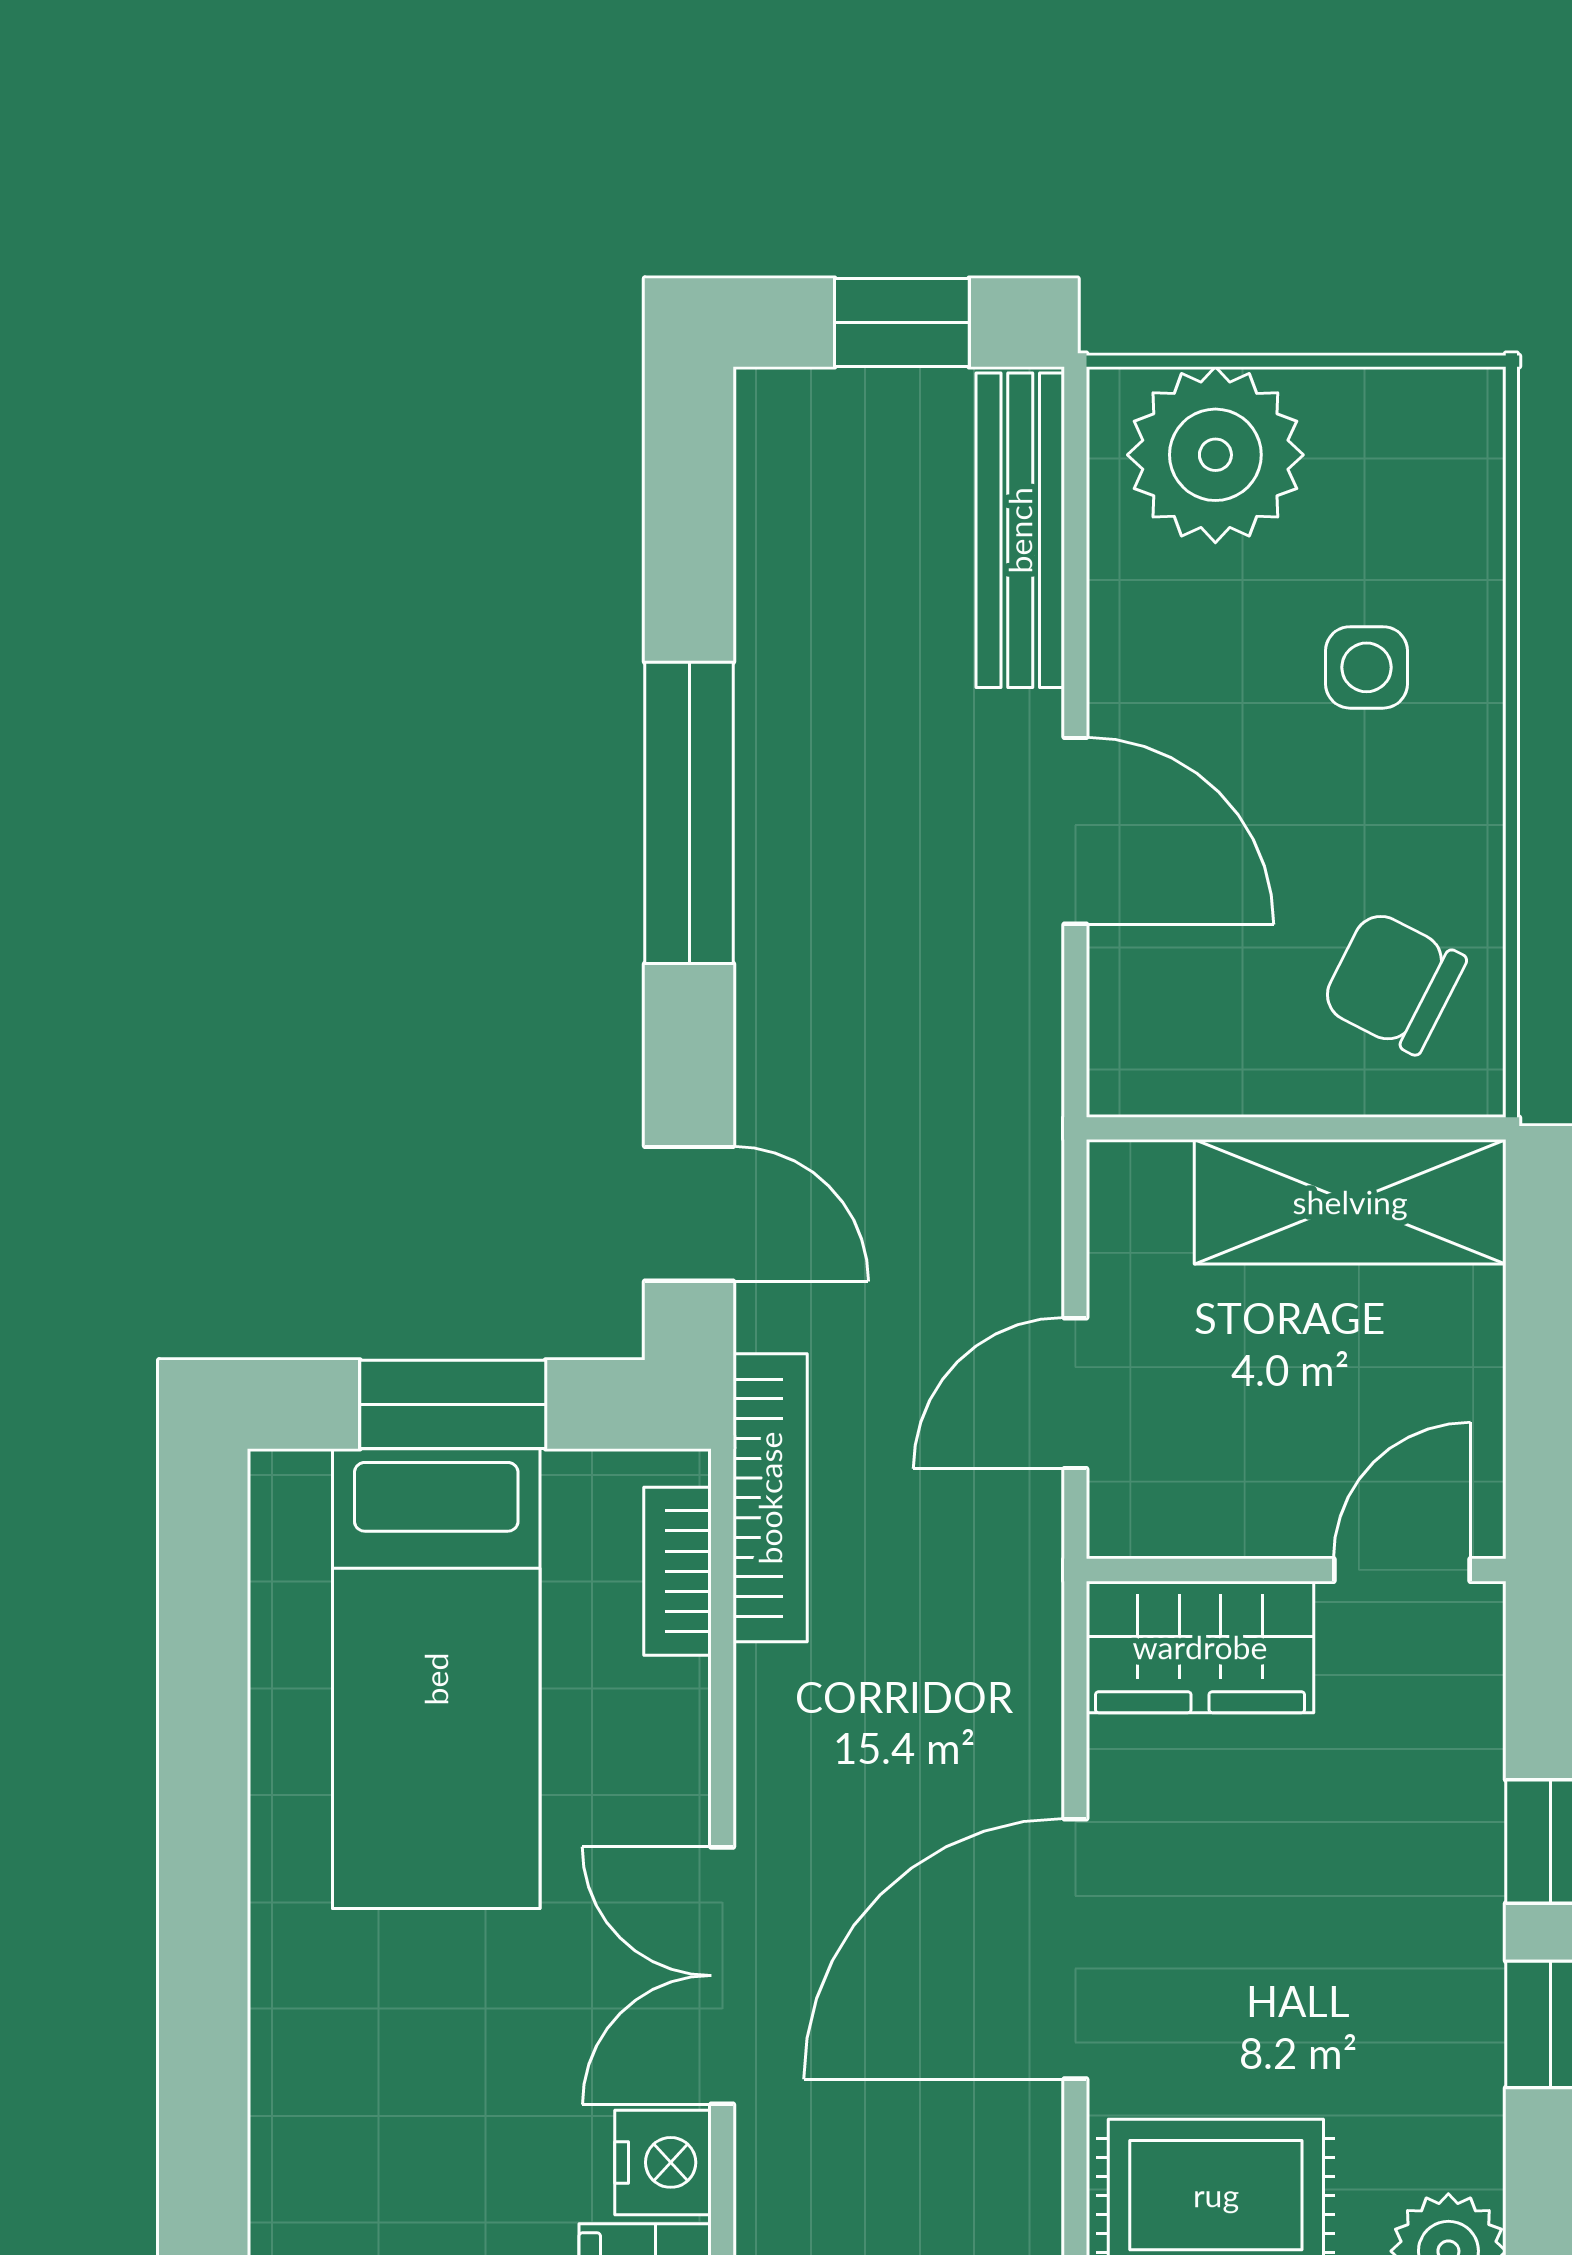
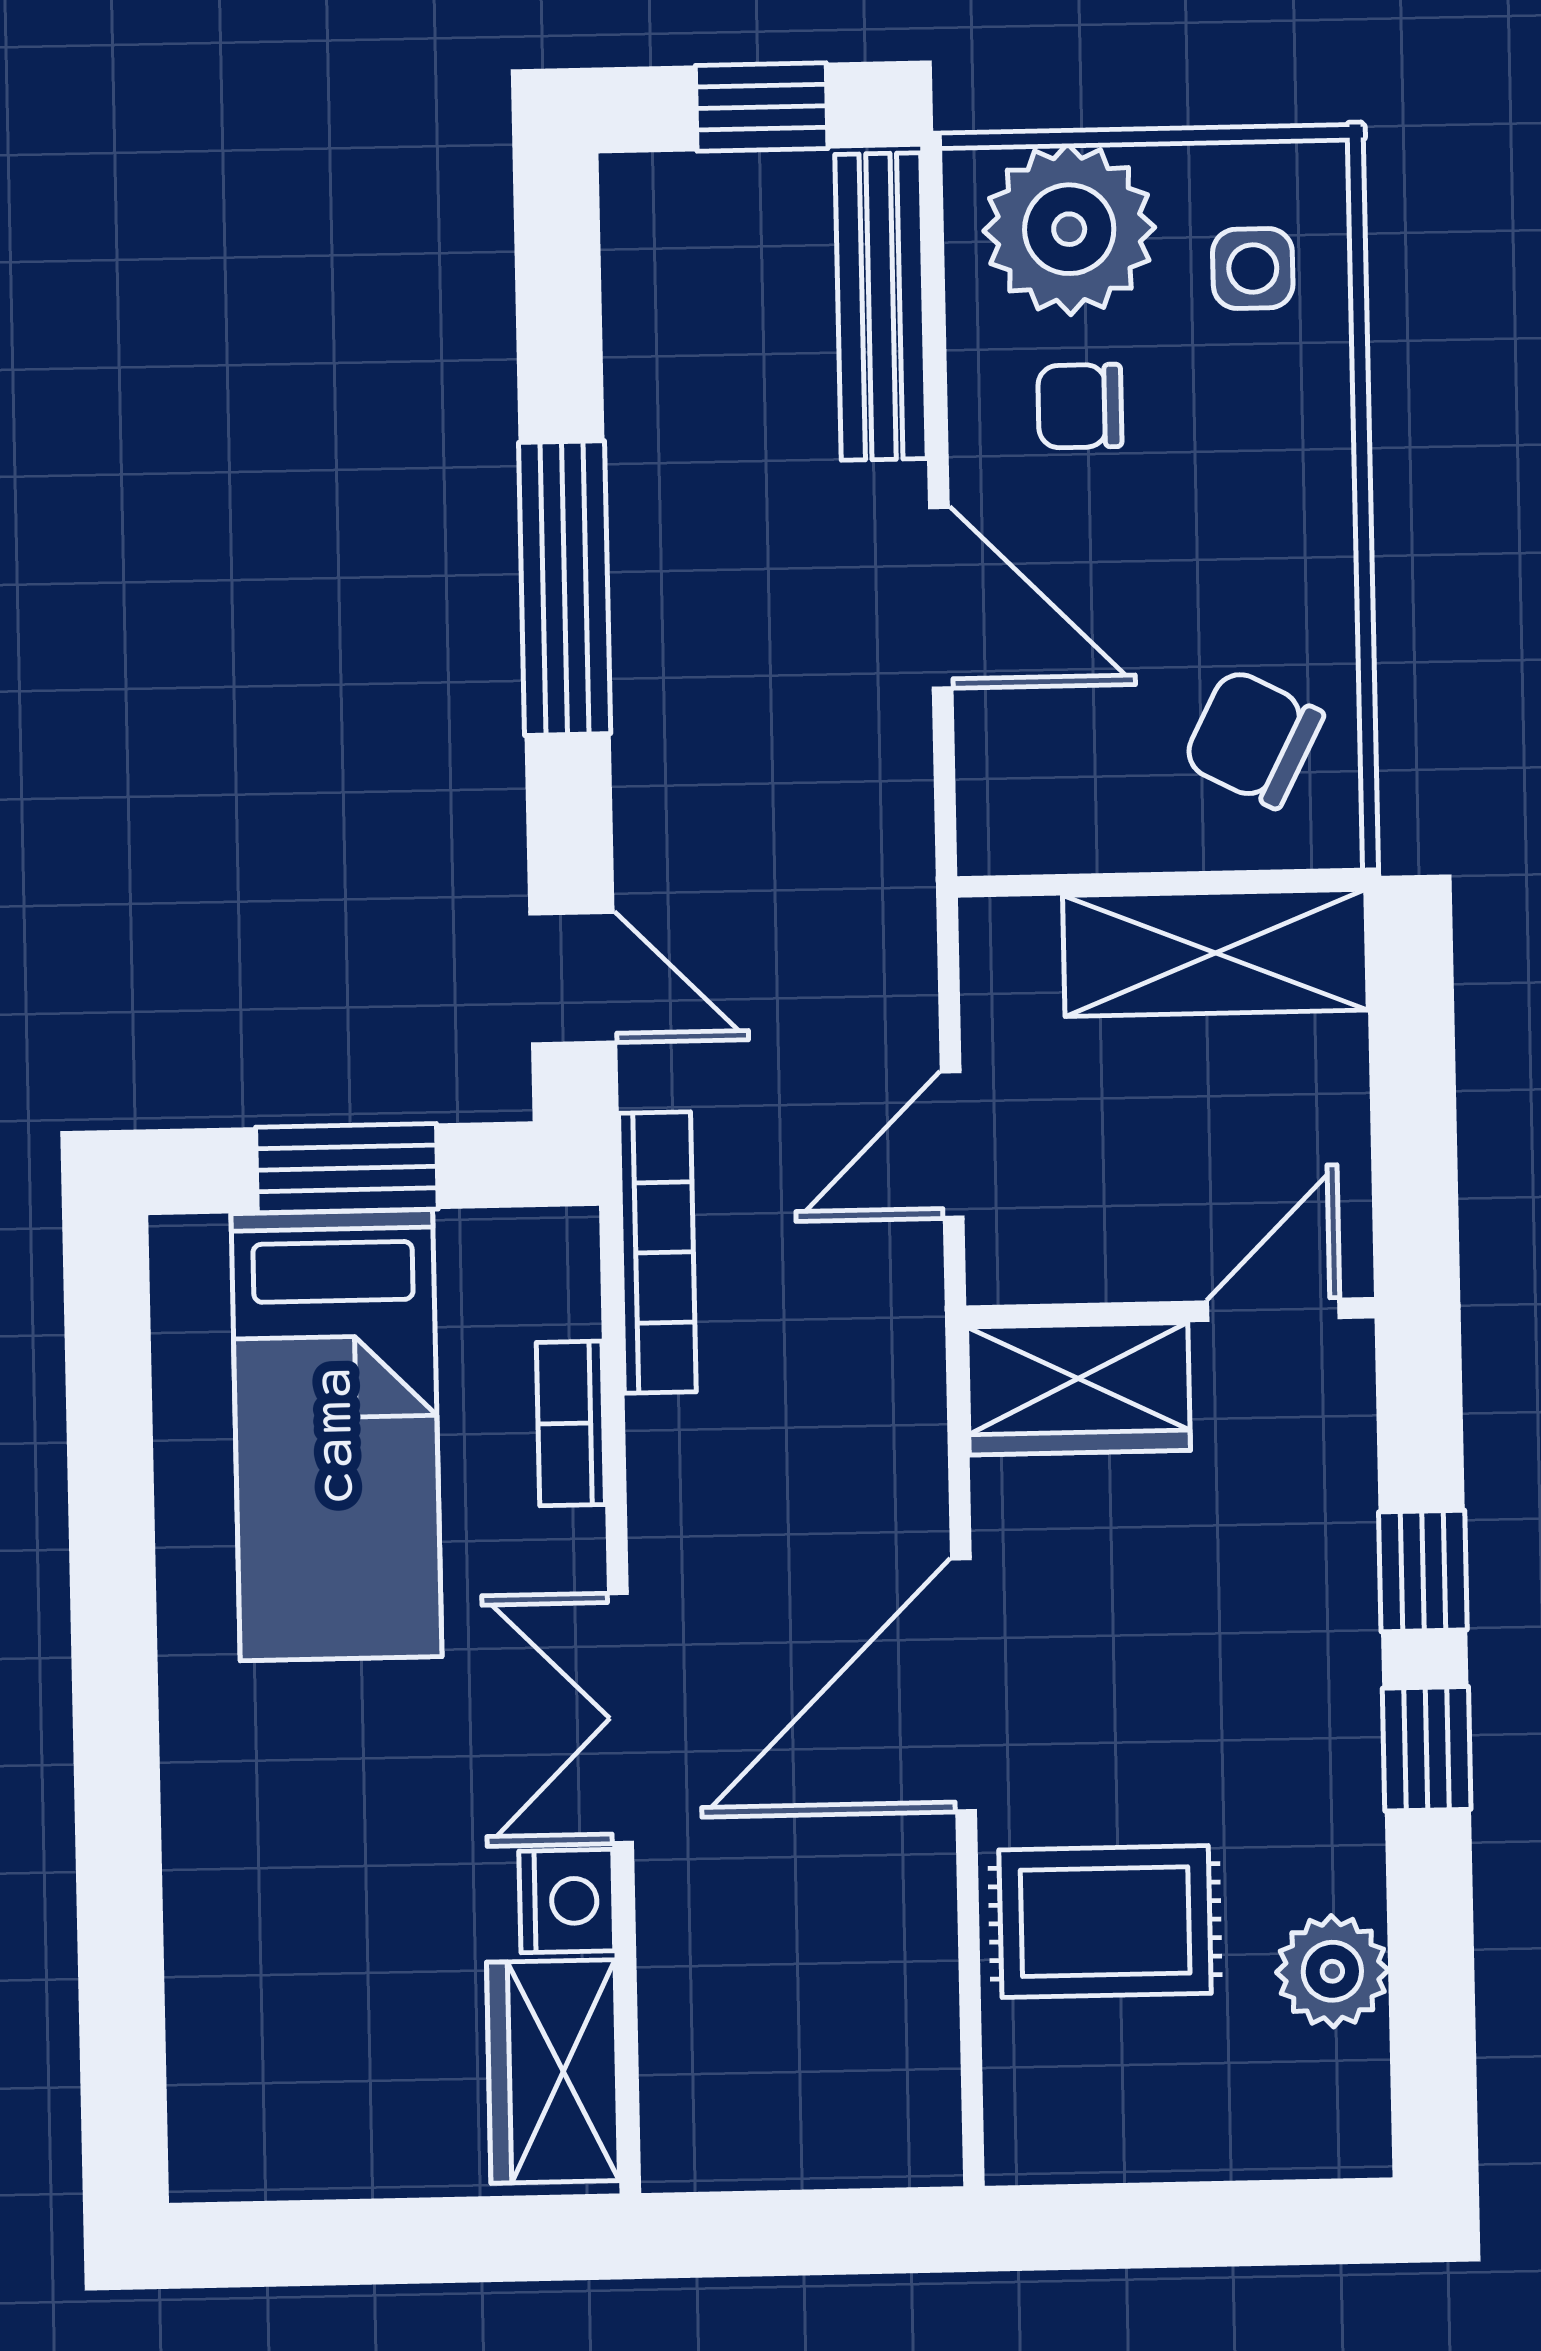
chair: (1223, 637) -> (1080, 406), added
side table: (1367, 667) -> (1253, 268), moved
bookcase: (677, 1571) -> (571, 1423), moved

